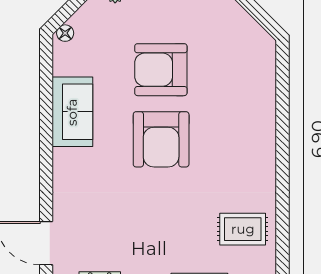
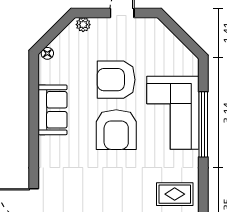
corner sofa: (240, 116) -> (173, 113), added
window: (283, 132) -> (203, 124), added

